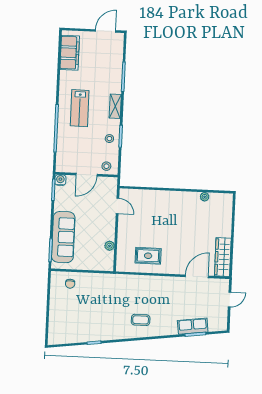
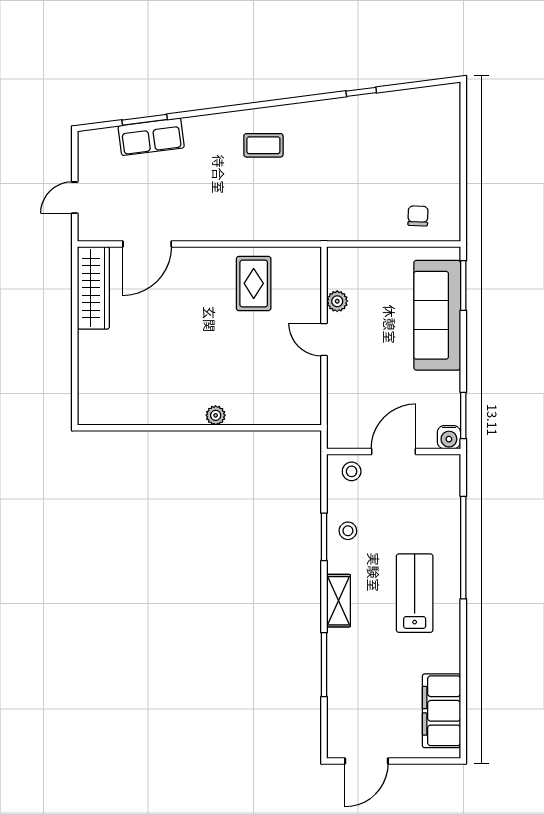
plant: (205, 197) -> (216, 415), moved
door: (117, 206) -> (324, 340), moved
rug: (148, 256) -> (254, 283), turned 90

